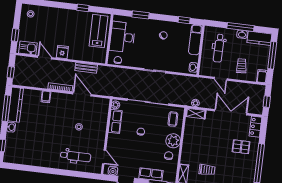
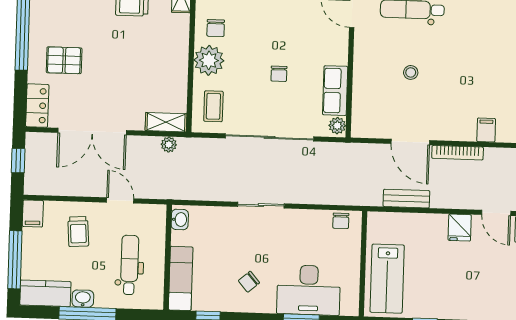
desk: (122, 37) -> (309, 290), moved, turned 90

